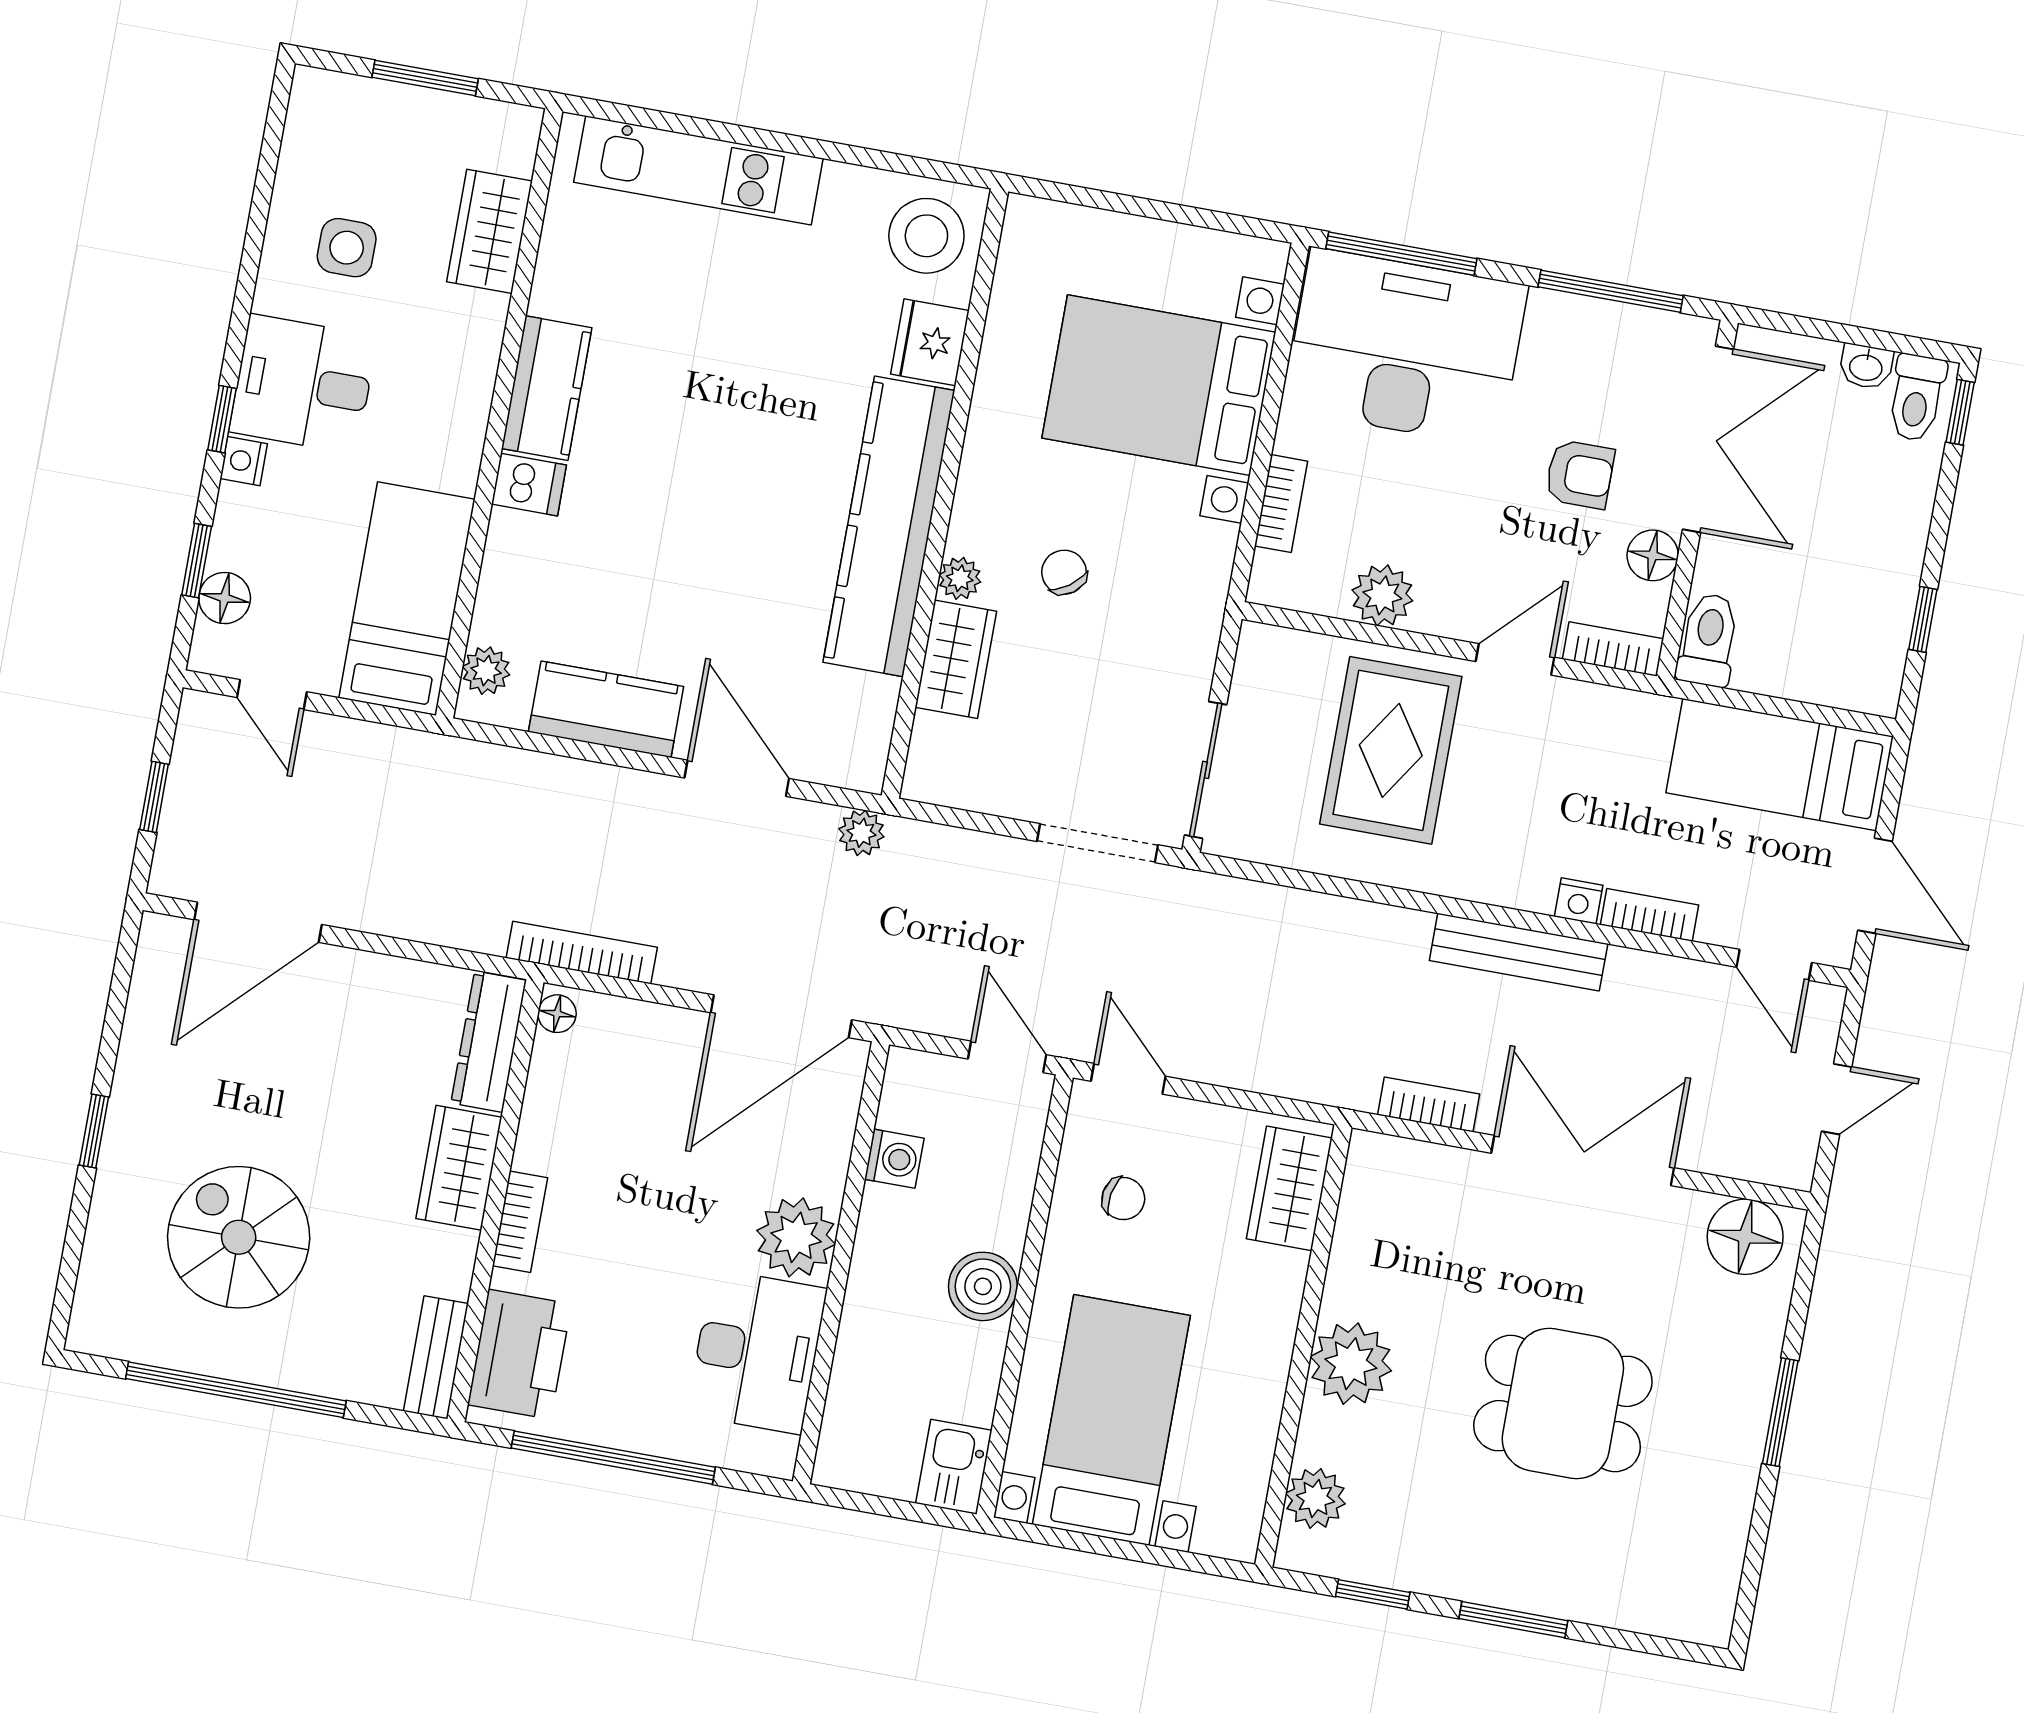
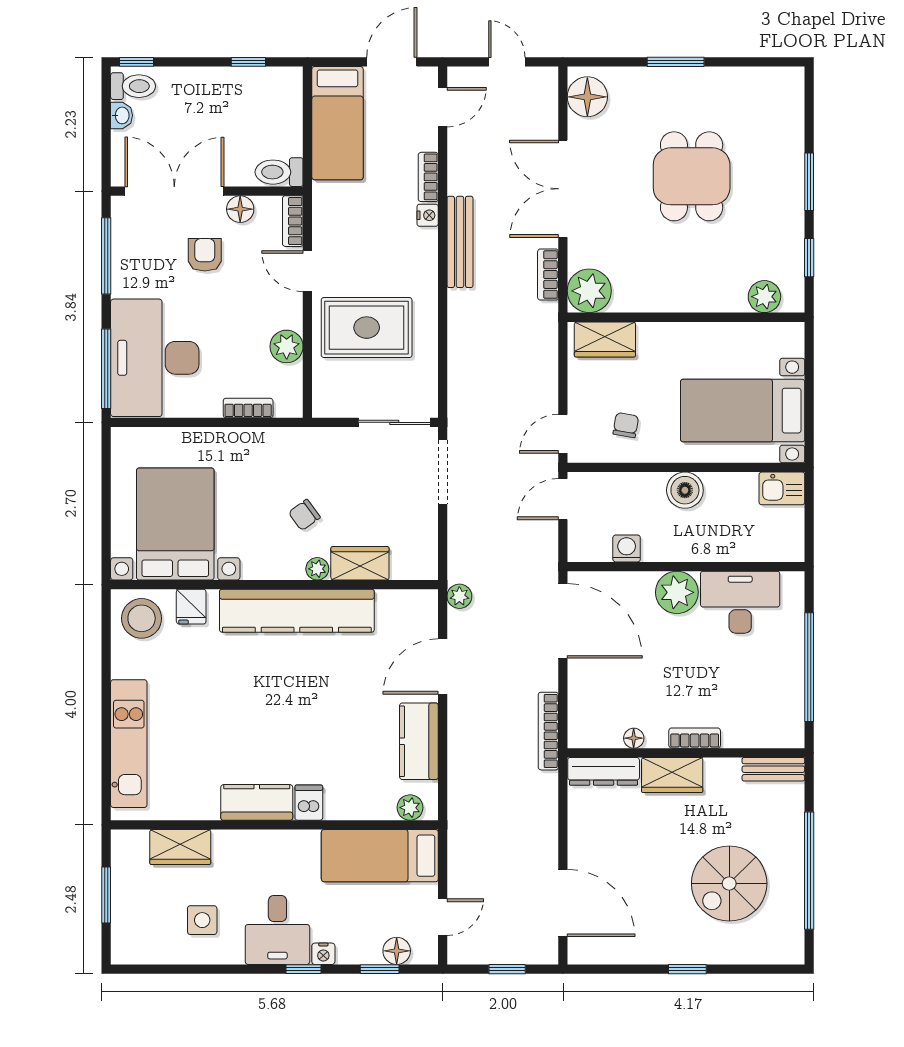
fridge: (930, 342) -> (191, 607), width x0.72
bed with nightstands: (1159, 385) -> (175, 524), moved, turned 180
floor lamp: (557, 1014) -> (634, 738), moved
printer: (519, 1354) -> (764, 726), removed
plant: (1351, 1364) -> (589, 291), moved

